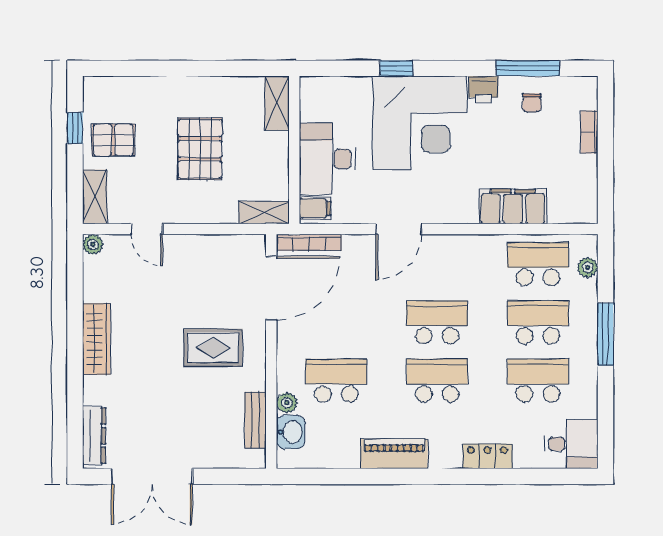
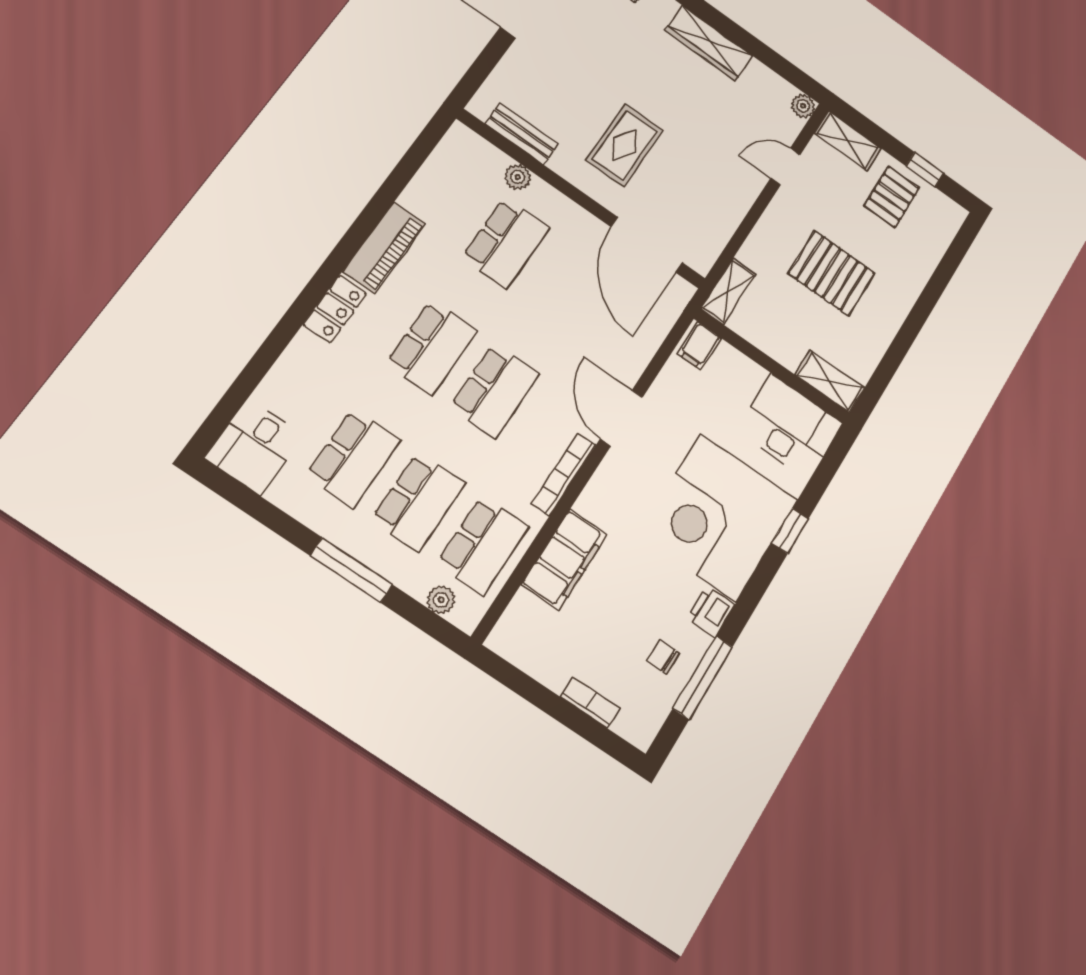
desk: (327, 159) -> (790, 427), moved
bookcase: (309, 242) -> (564, 474), moved
washbasin: (291, 432) -> (484, 159), removed
locker: (487, 456) -> (335, 309), moved

